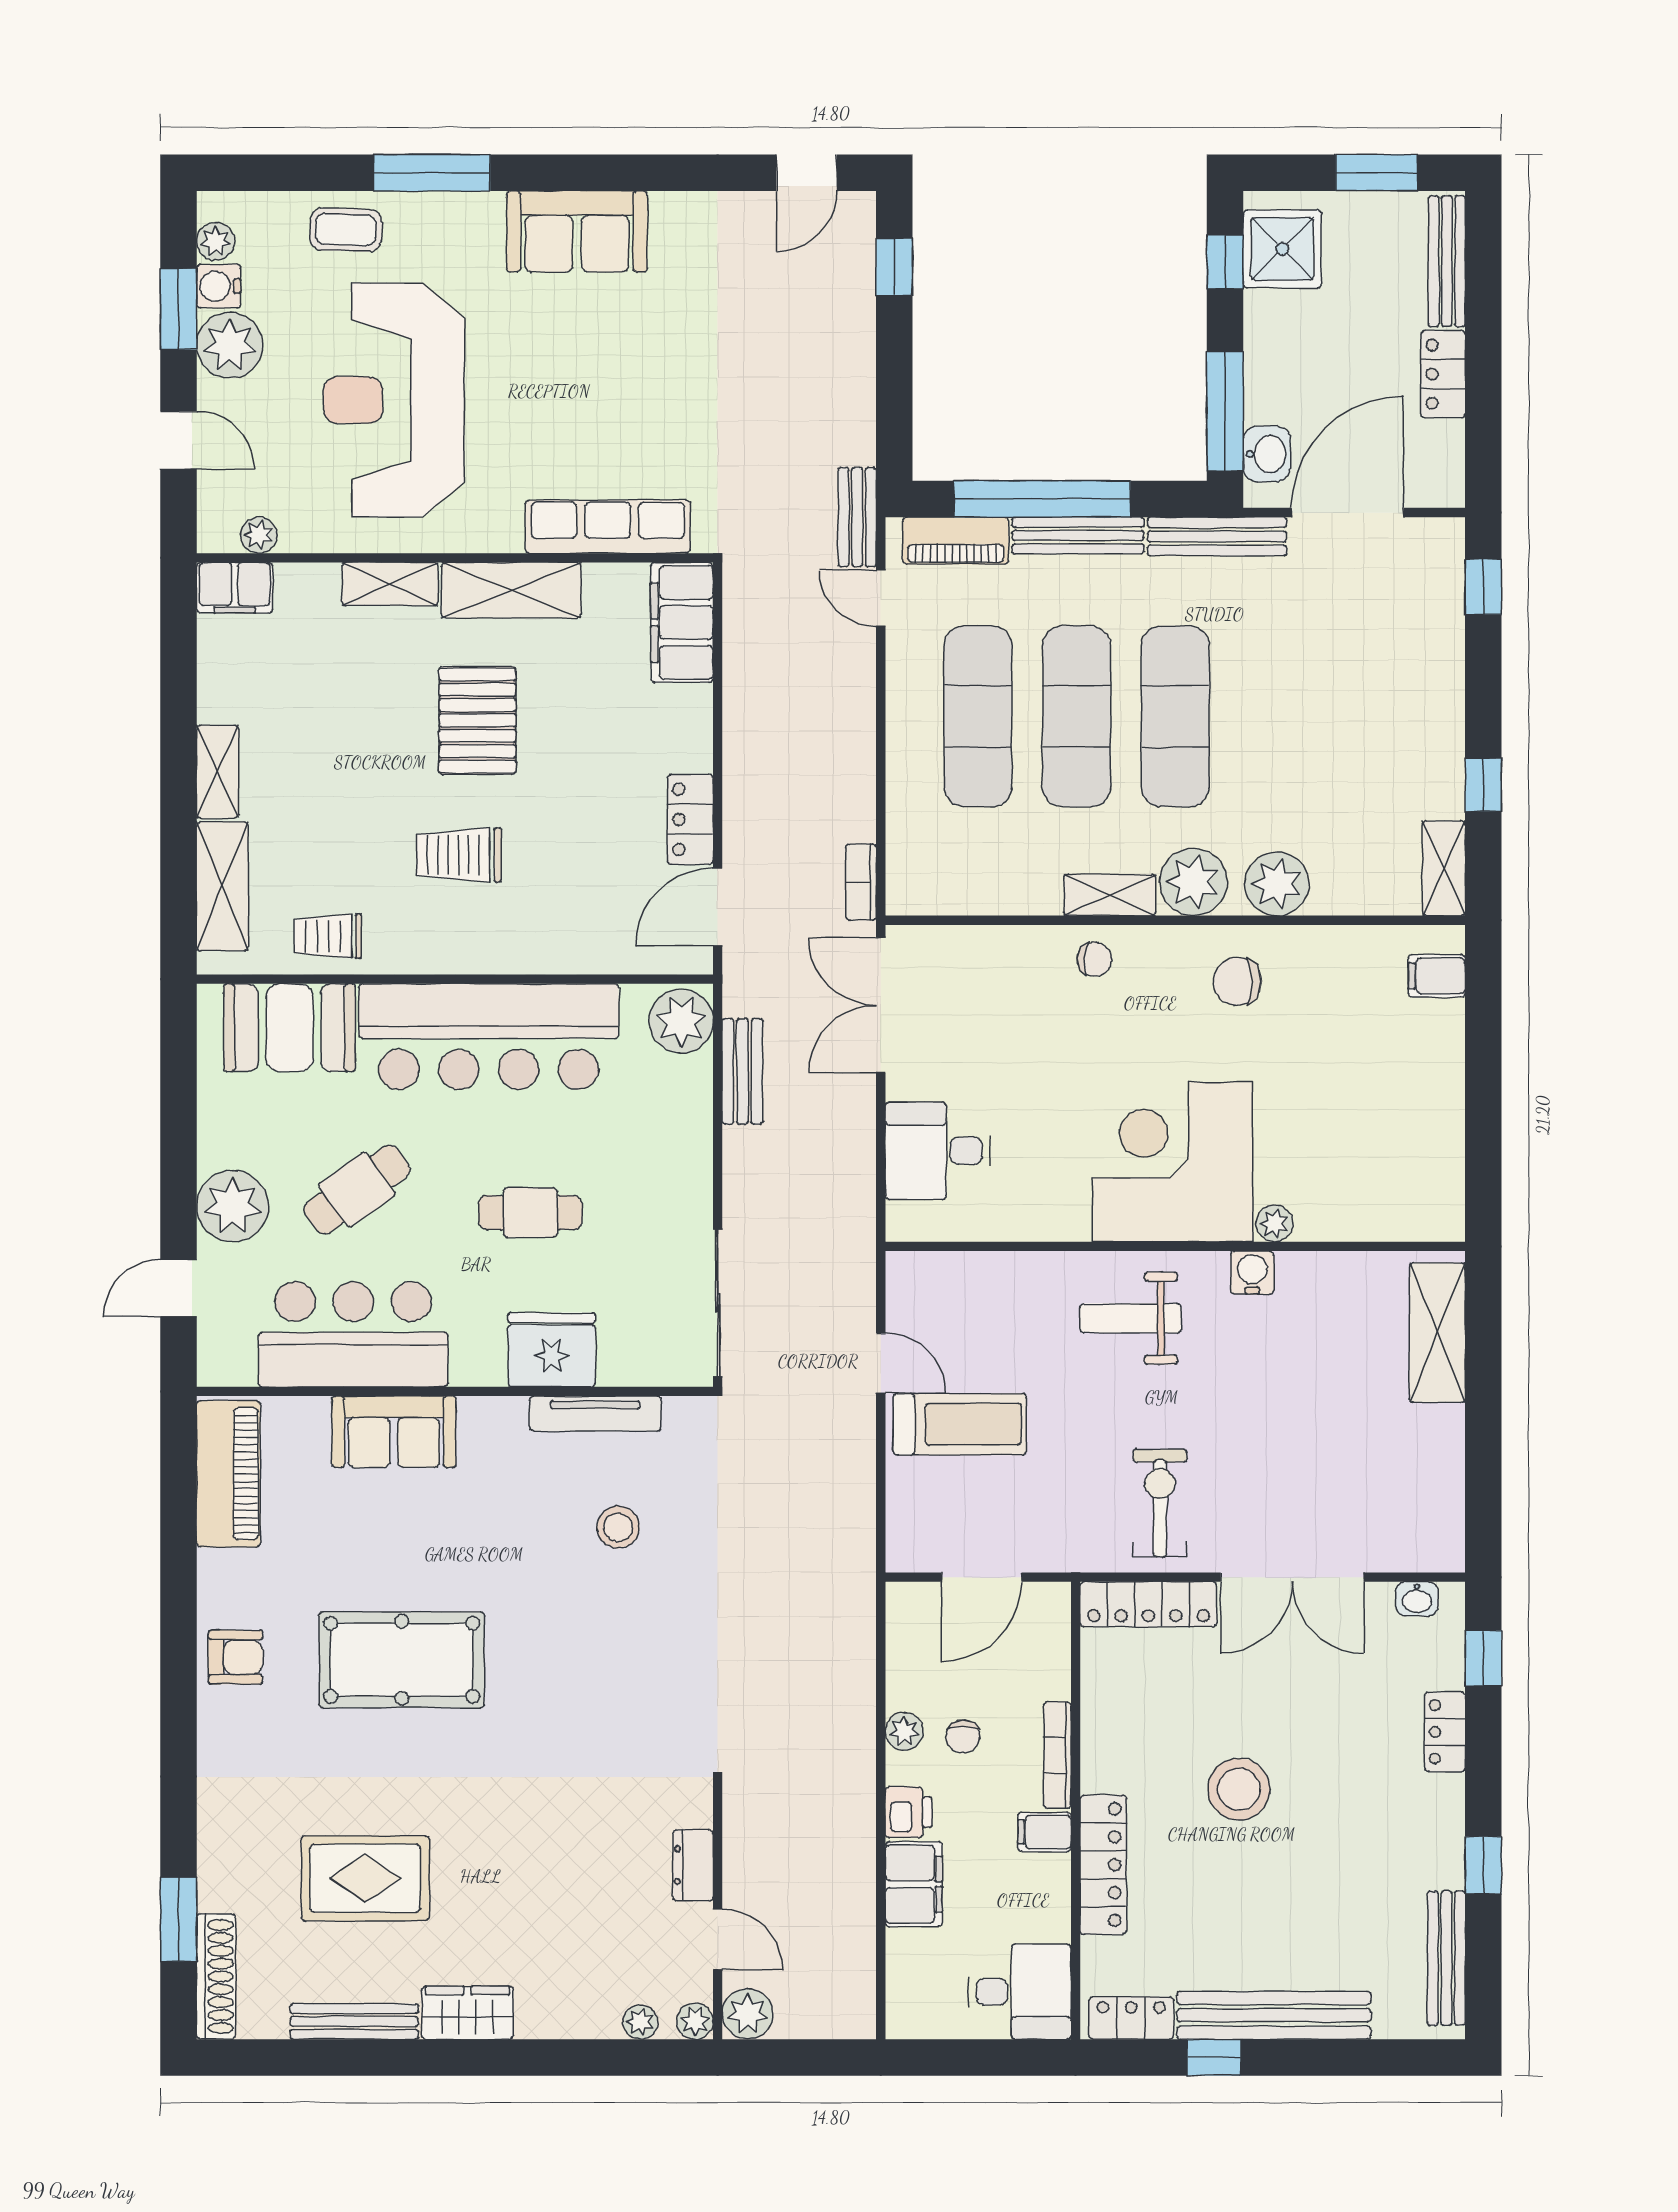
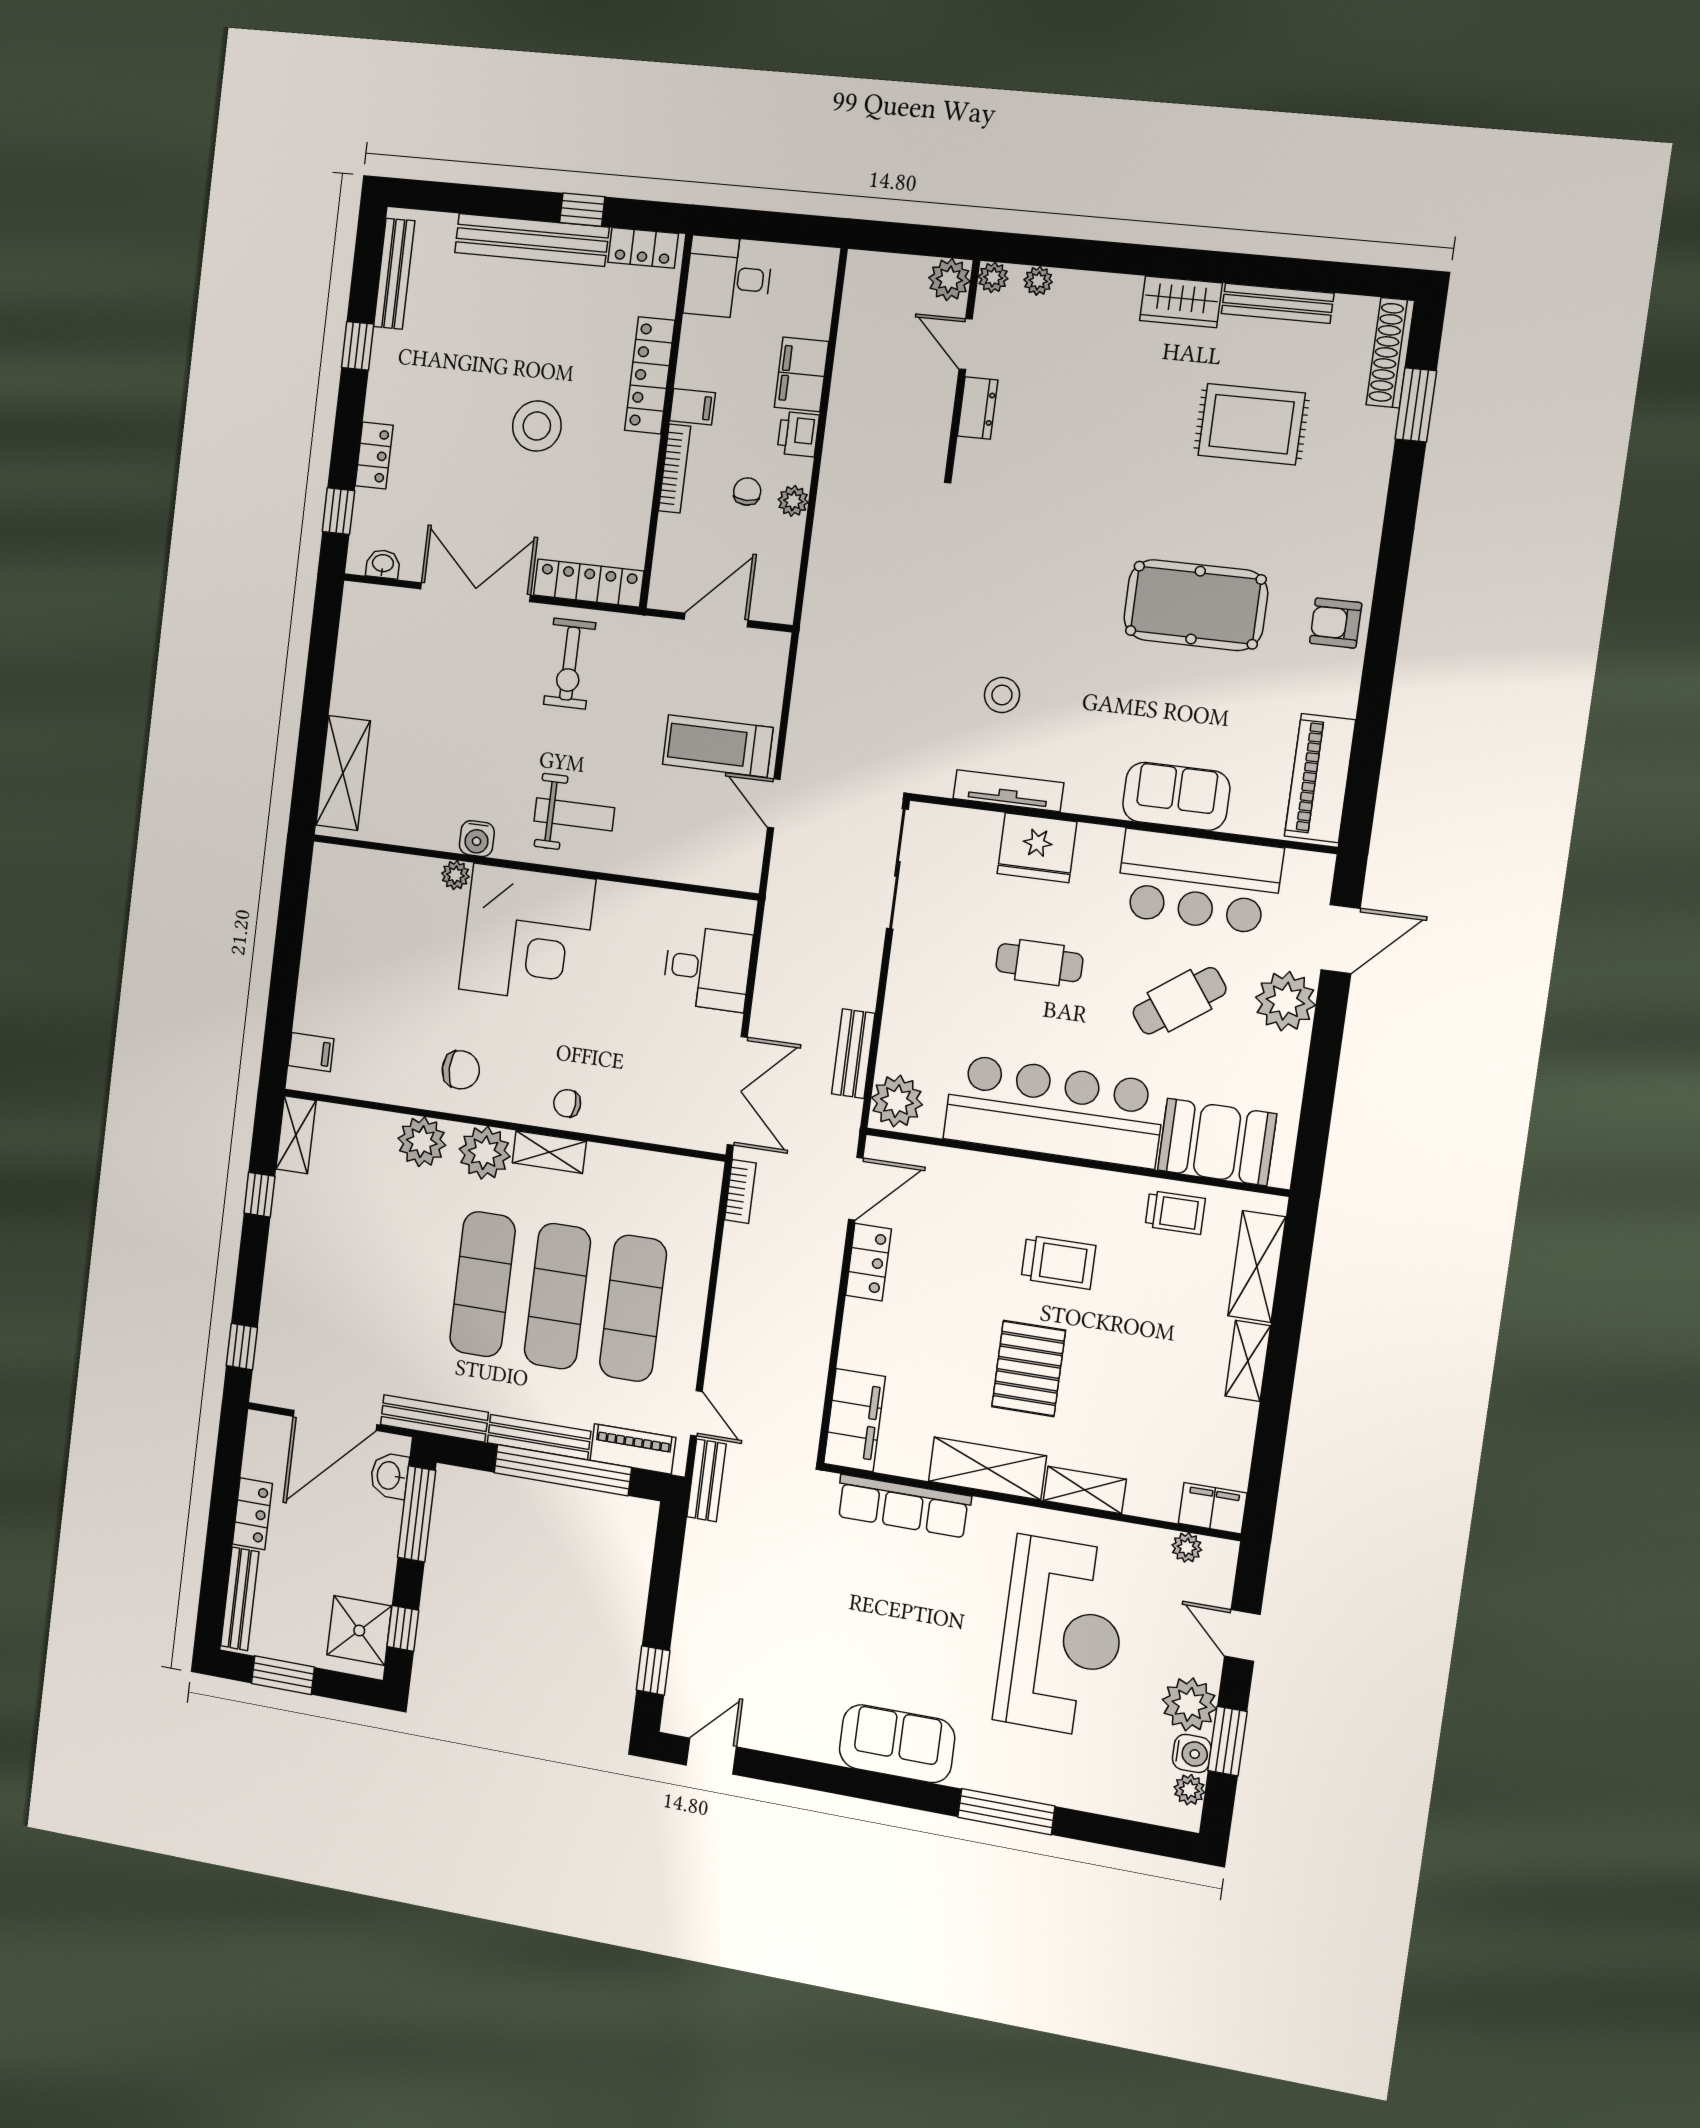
coffee table: (346, 230) -> (1082, 1779), removed
door: (179, 1288) -> (1341, 939), width x1.38

